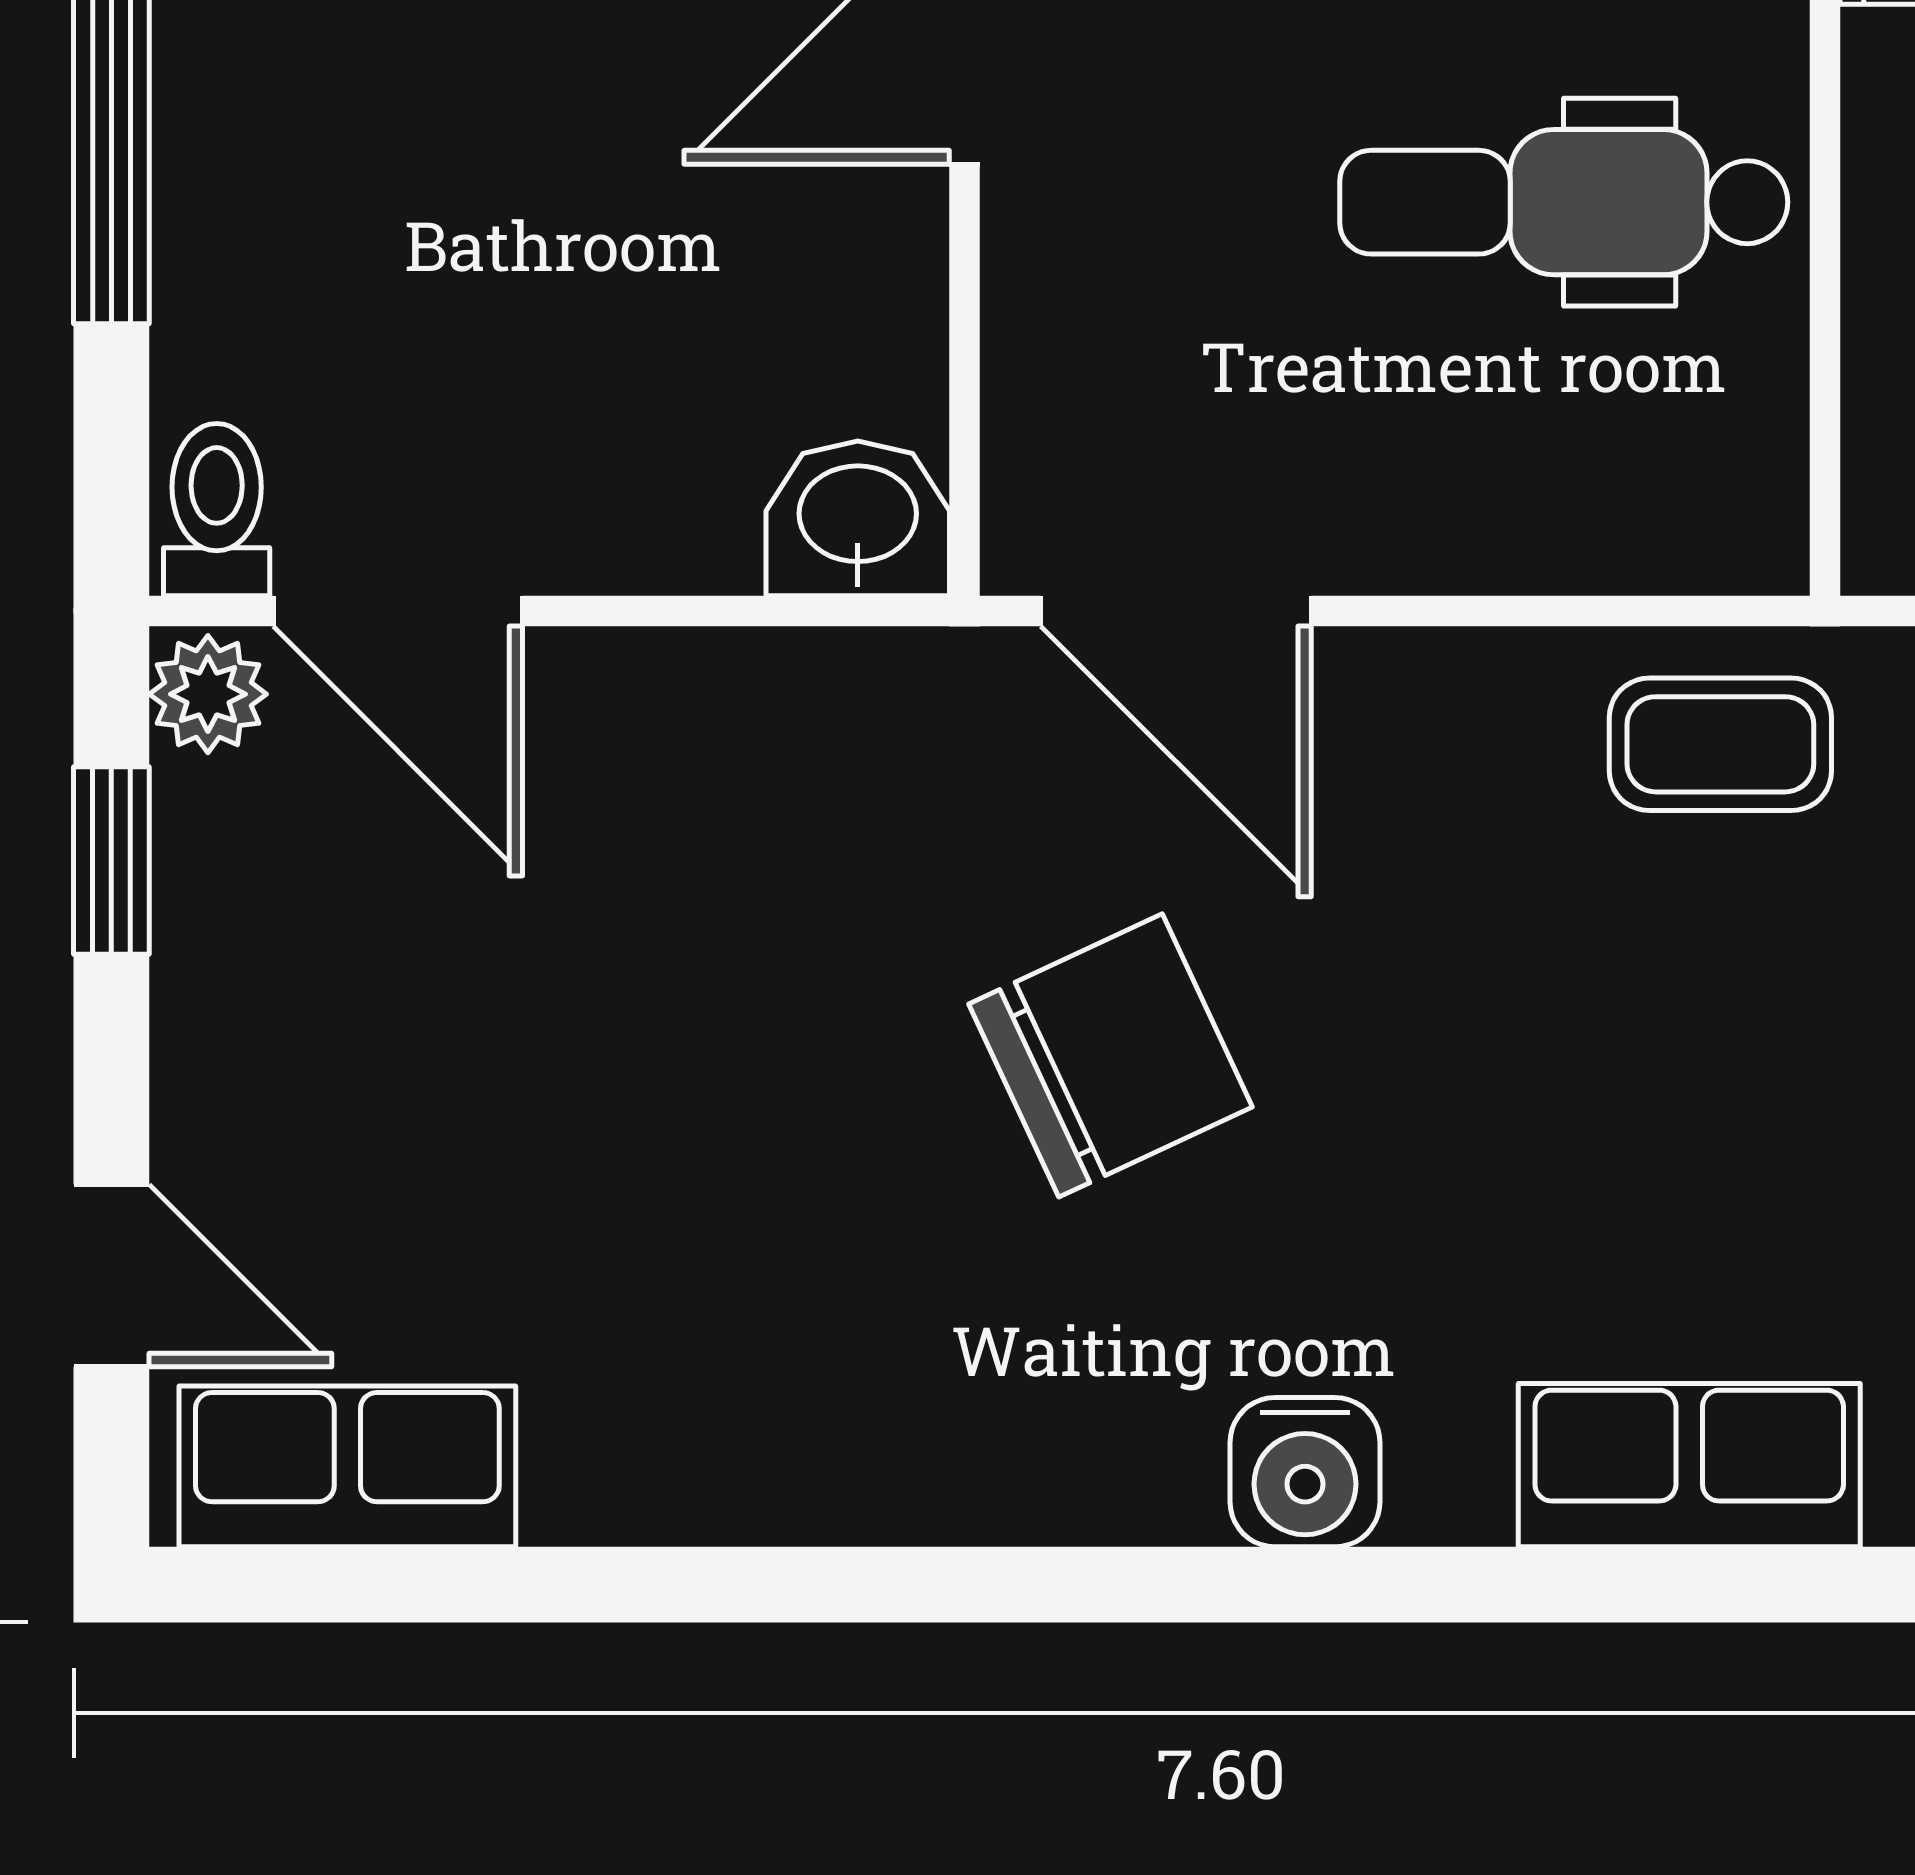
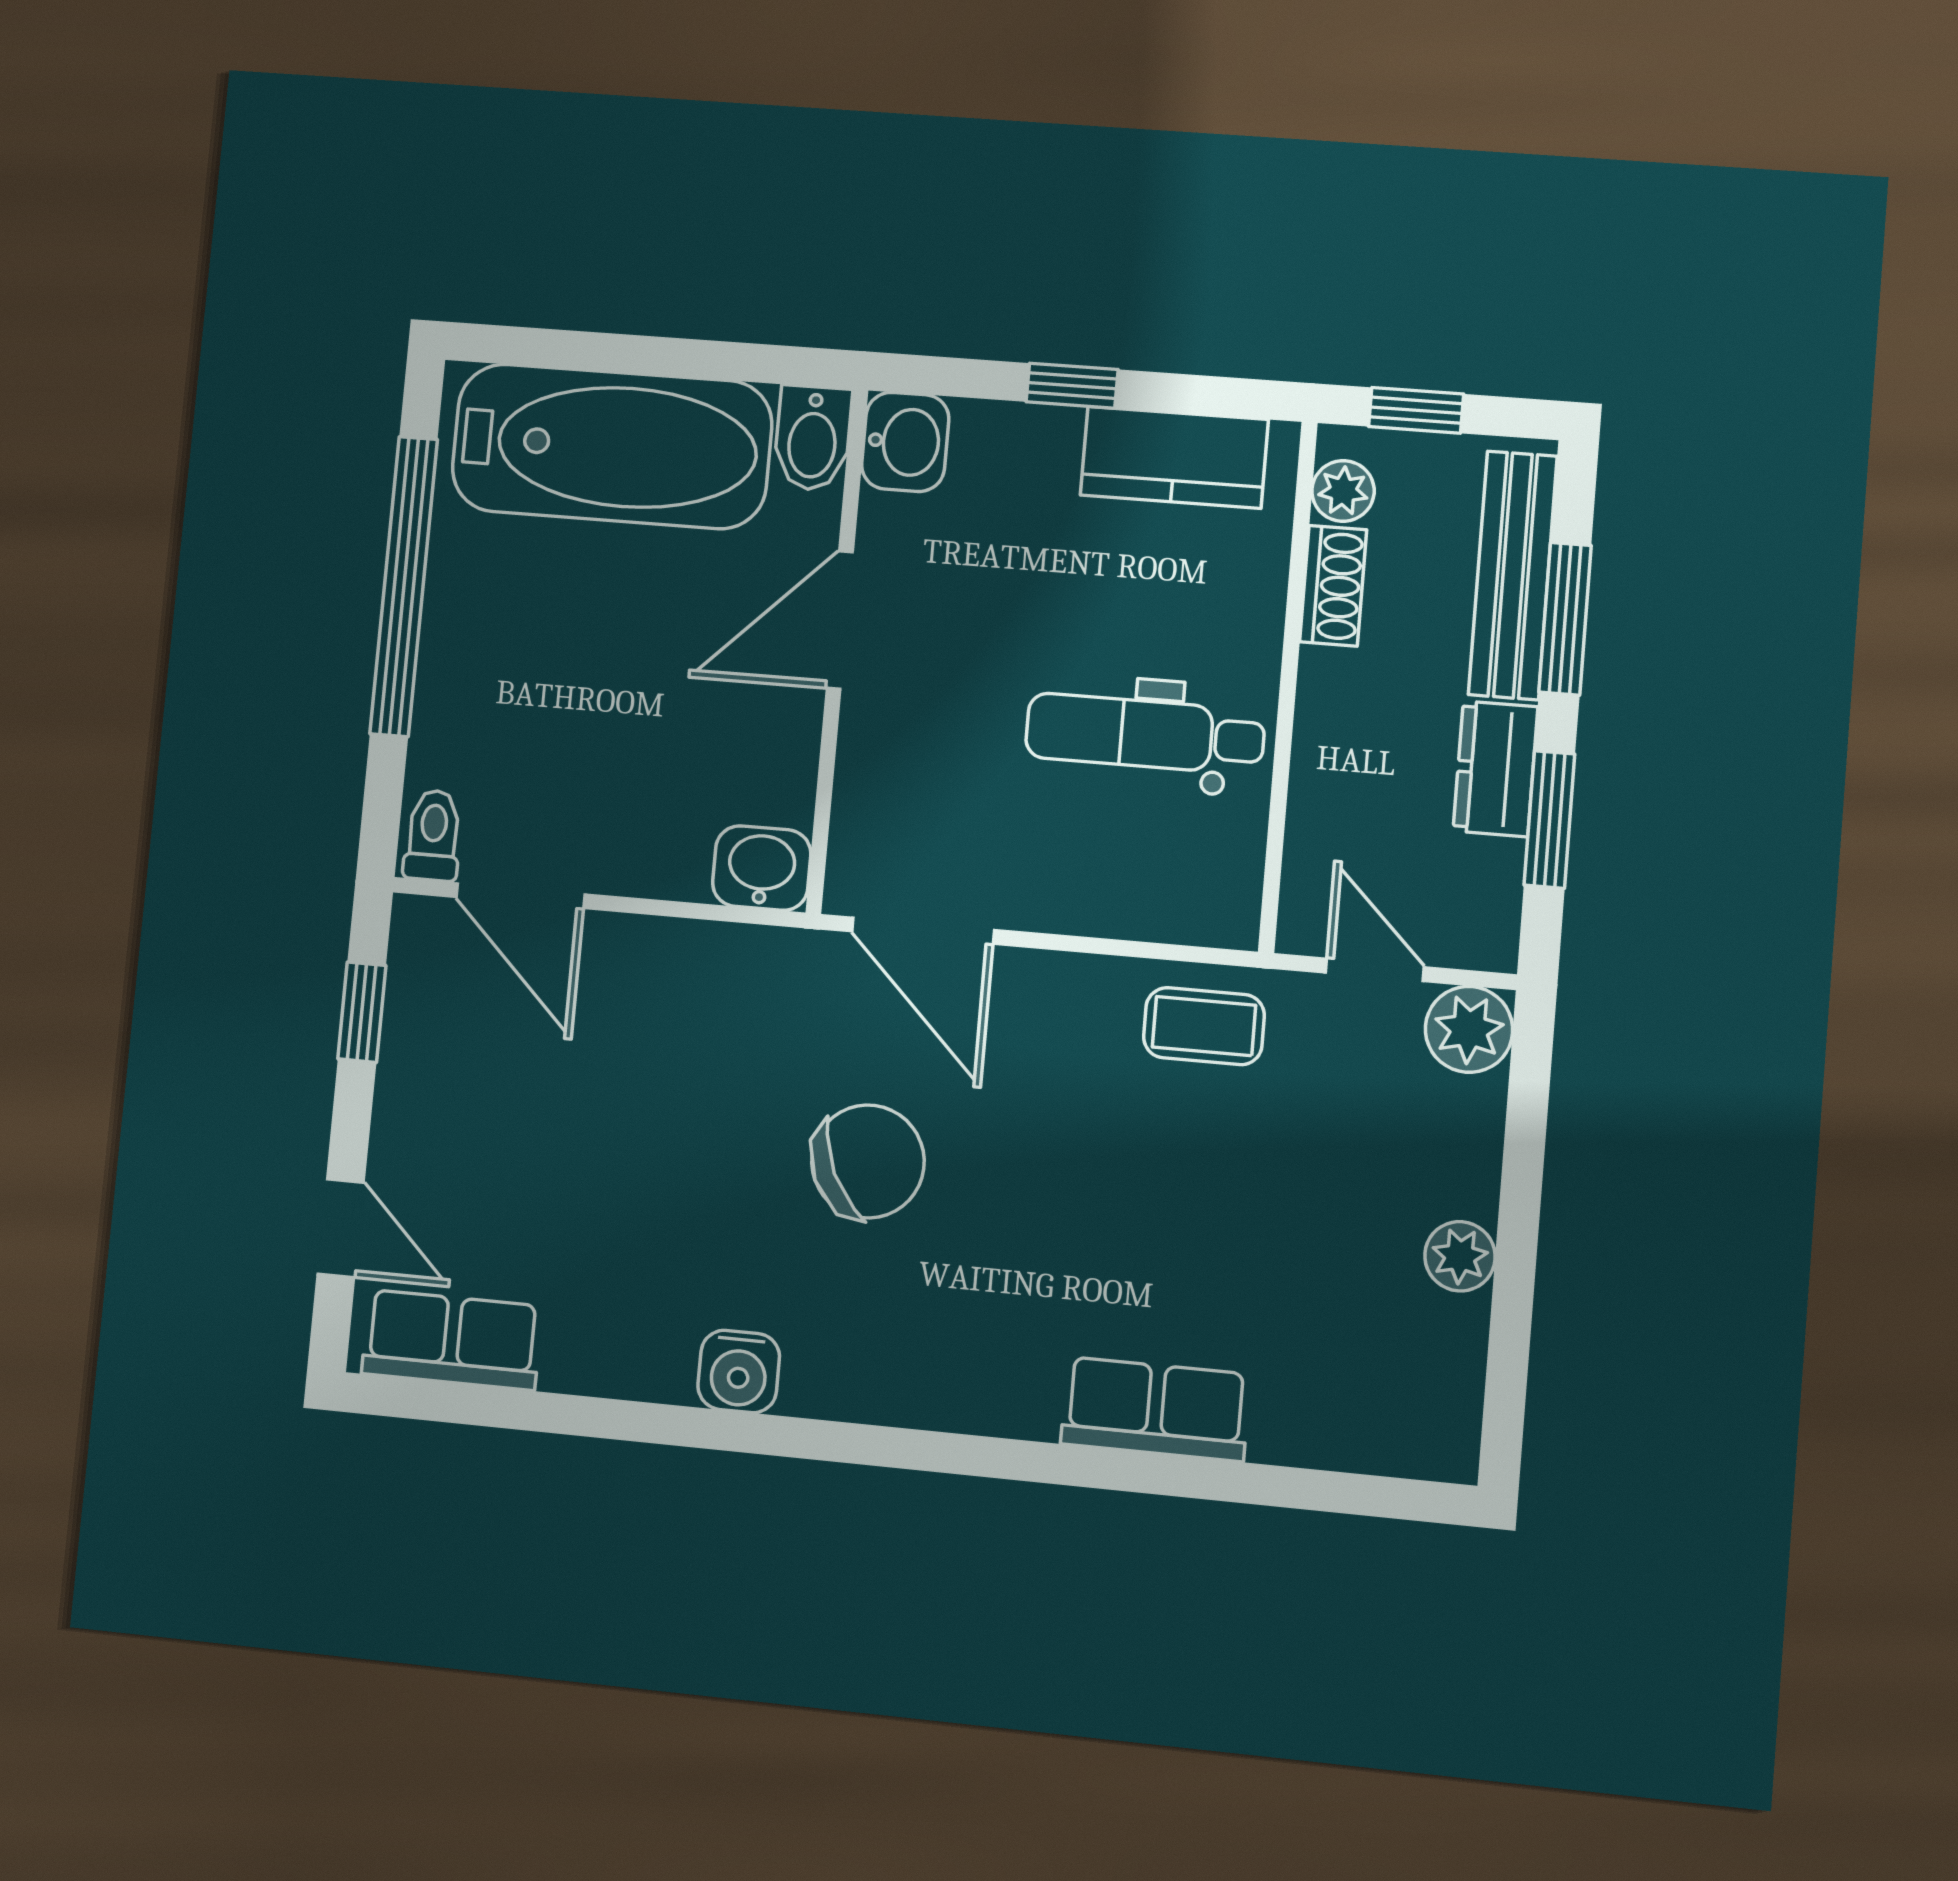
plant: (208, 694) -> (419, 930), removed
water cooler: (1305, 1472) -> (739, 1371), moved

